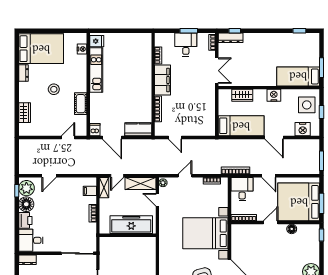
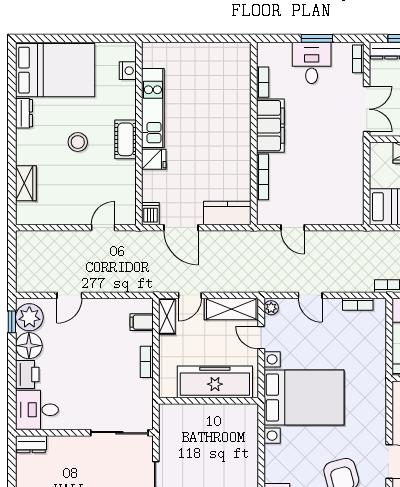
fridge: (97, 41) -> (154, 159), moved
cot: (81, 104) -> (125, 139), moved
door: (185, 176) -> (310, 295), swing flipped
bed with nightstands: (205, 233) -> (304, 397), moved, turned 180

